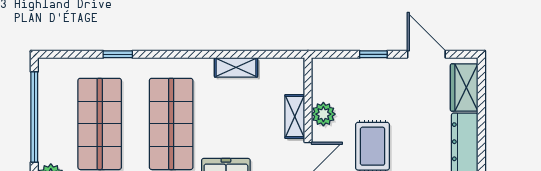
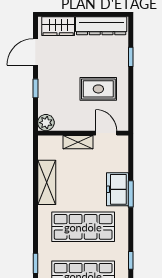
shelving: (236, 67) -> (47, 182), width x1.50, depth x1.33
plant: (323, 114) -> (46, 123), moved

